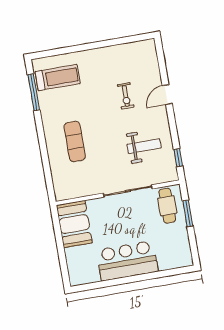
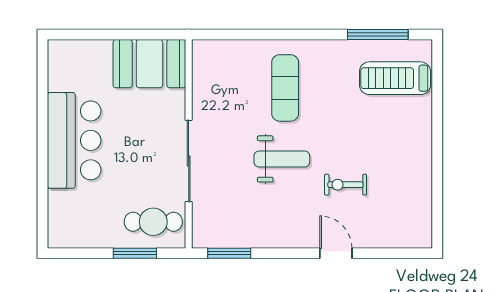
treadmill: (58, 78) -> (395, 78), turned 90
exercise mat: (75, 141) -> (285, 88), turned 90
weight bench: (144, 146) -> (282, 159), moved, turned -90
window: (178, 158) -> (229, 253), width x1.50

